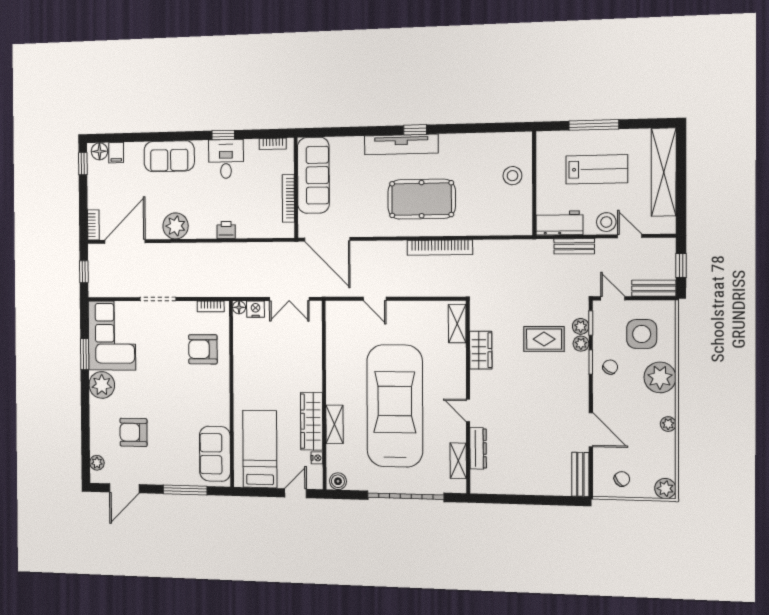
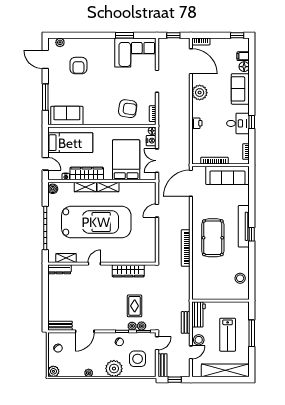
floor lamp: (99, 151) -> (244, 67), moved
stool: (512, 176) -> (240, 278), moved
shelving: (457, 324) -> (108, 187), moved
armchair: (203, 349) -> (128, 109), turned 98
wardrobe: (481, 350) -> (128, 271), width x1.50
bed: (288, 353) -> (126, 160), added
plant: (102, 385) -> (106, 46), removed
armchair: (134, 432) -> (78, 66), turned 180
dresser: (478, 448) -> (59, 269), moved

